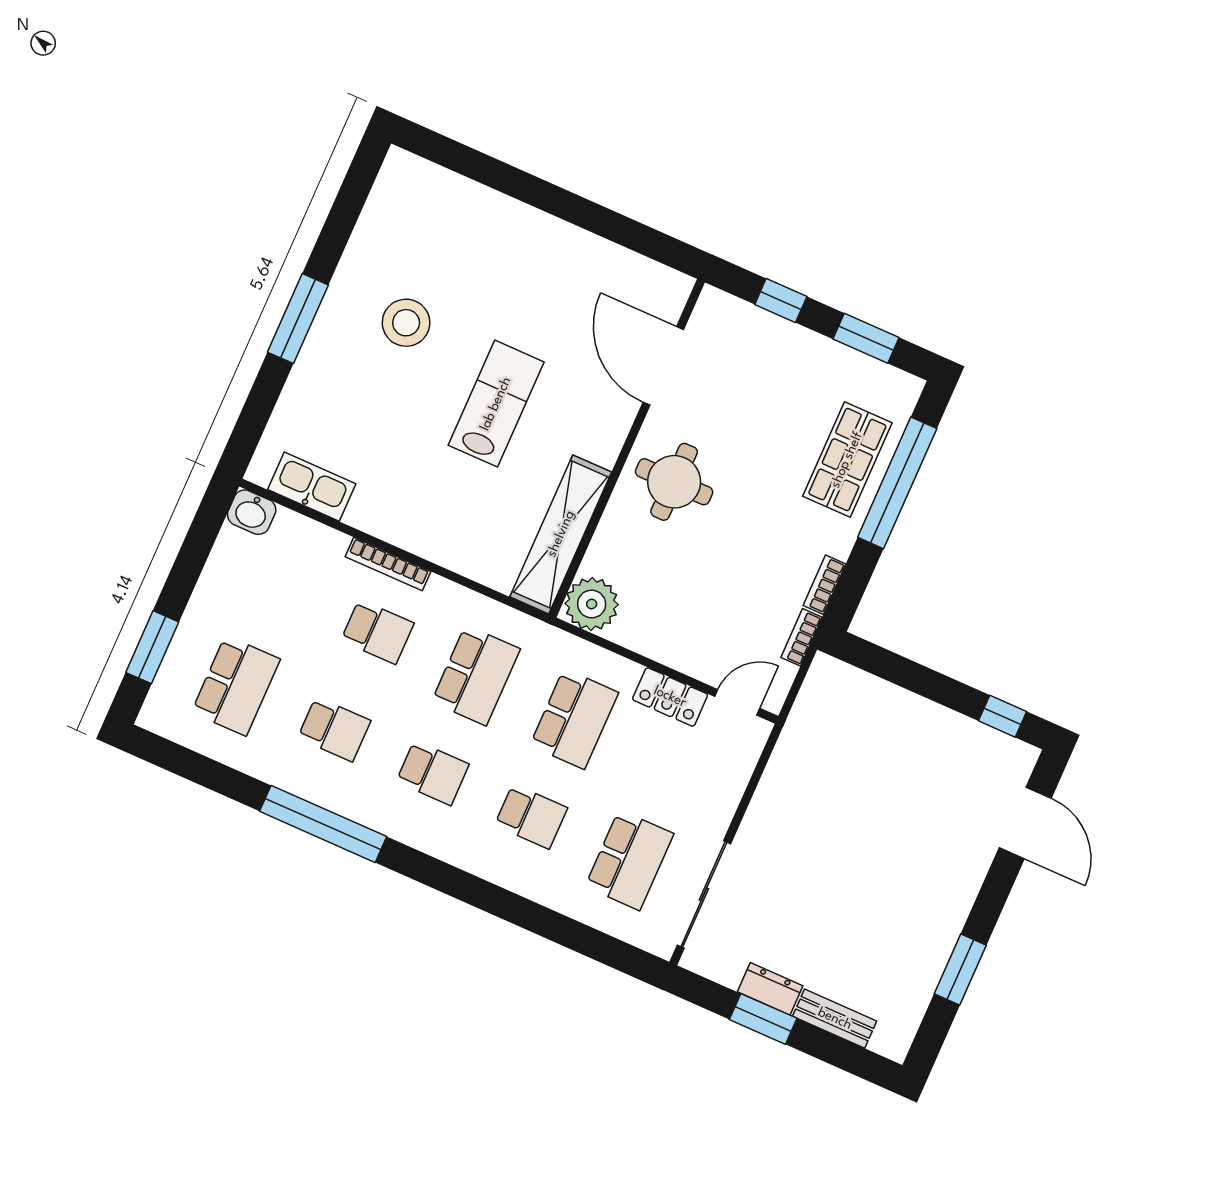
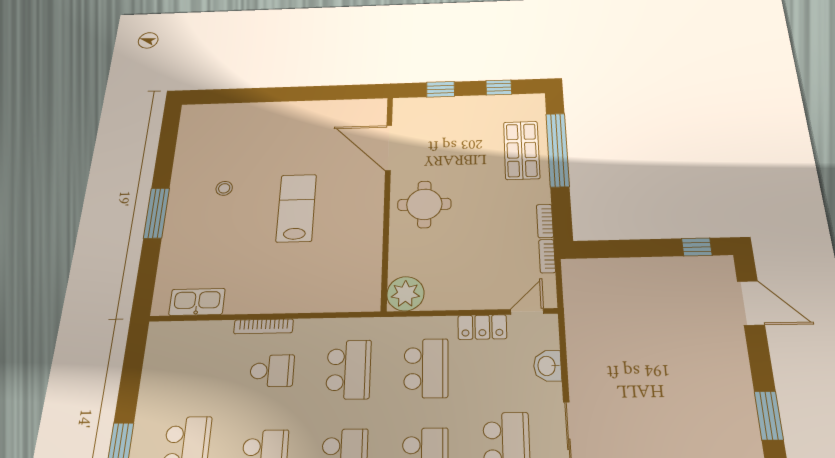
stool: (406, 323) -> (224, 188), width x0.53, depth x0.53
window: (866, 338) -> (499, 87), width x0.67
washbasin: (252, 512) -> (547, 366), moved, turned 90
shelving: (561, 534) -> (368, 262), removed

